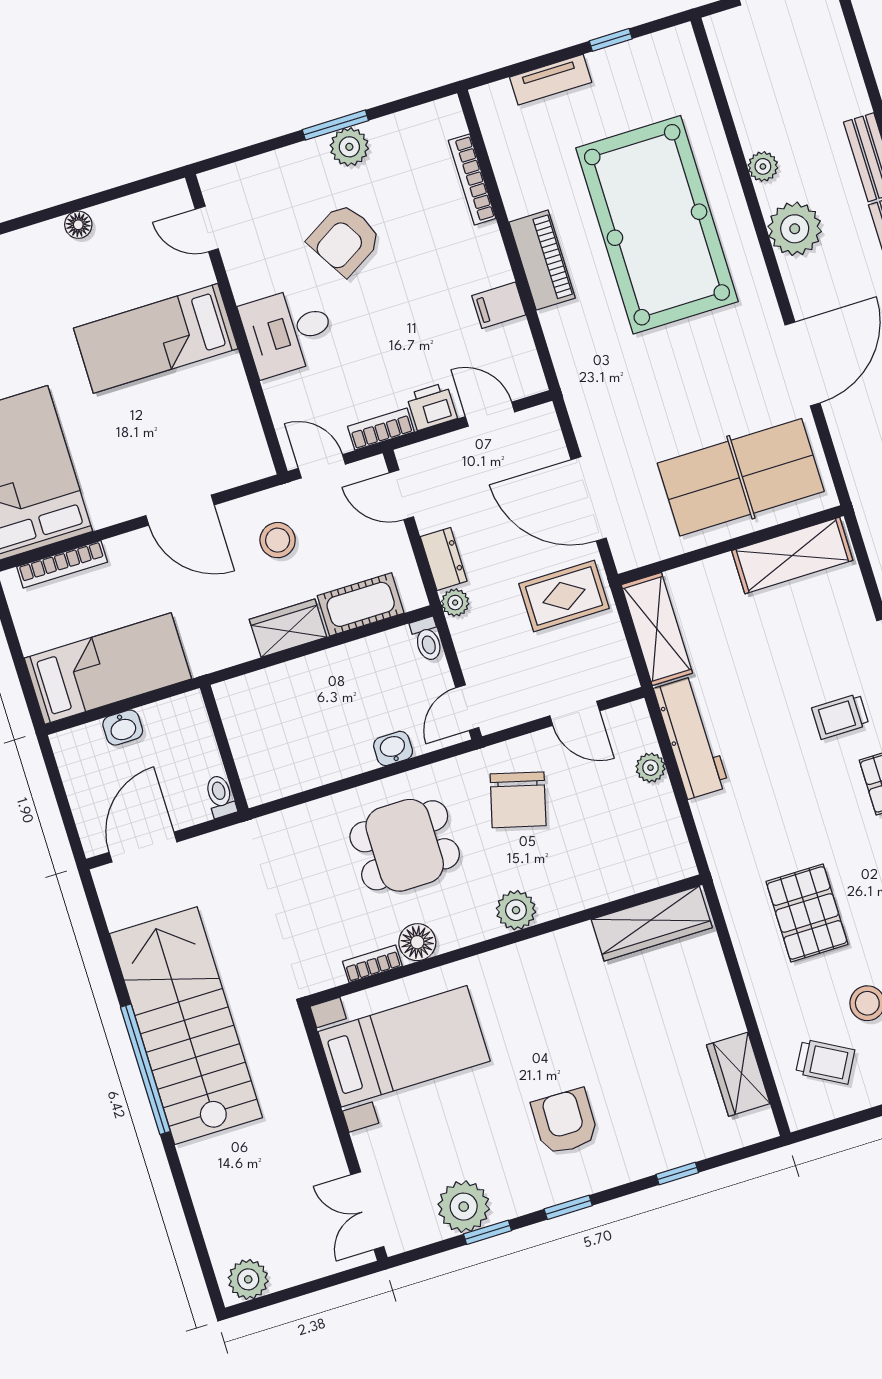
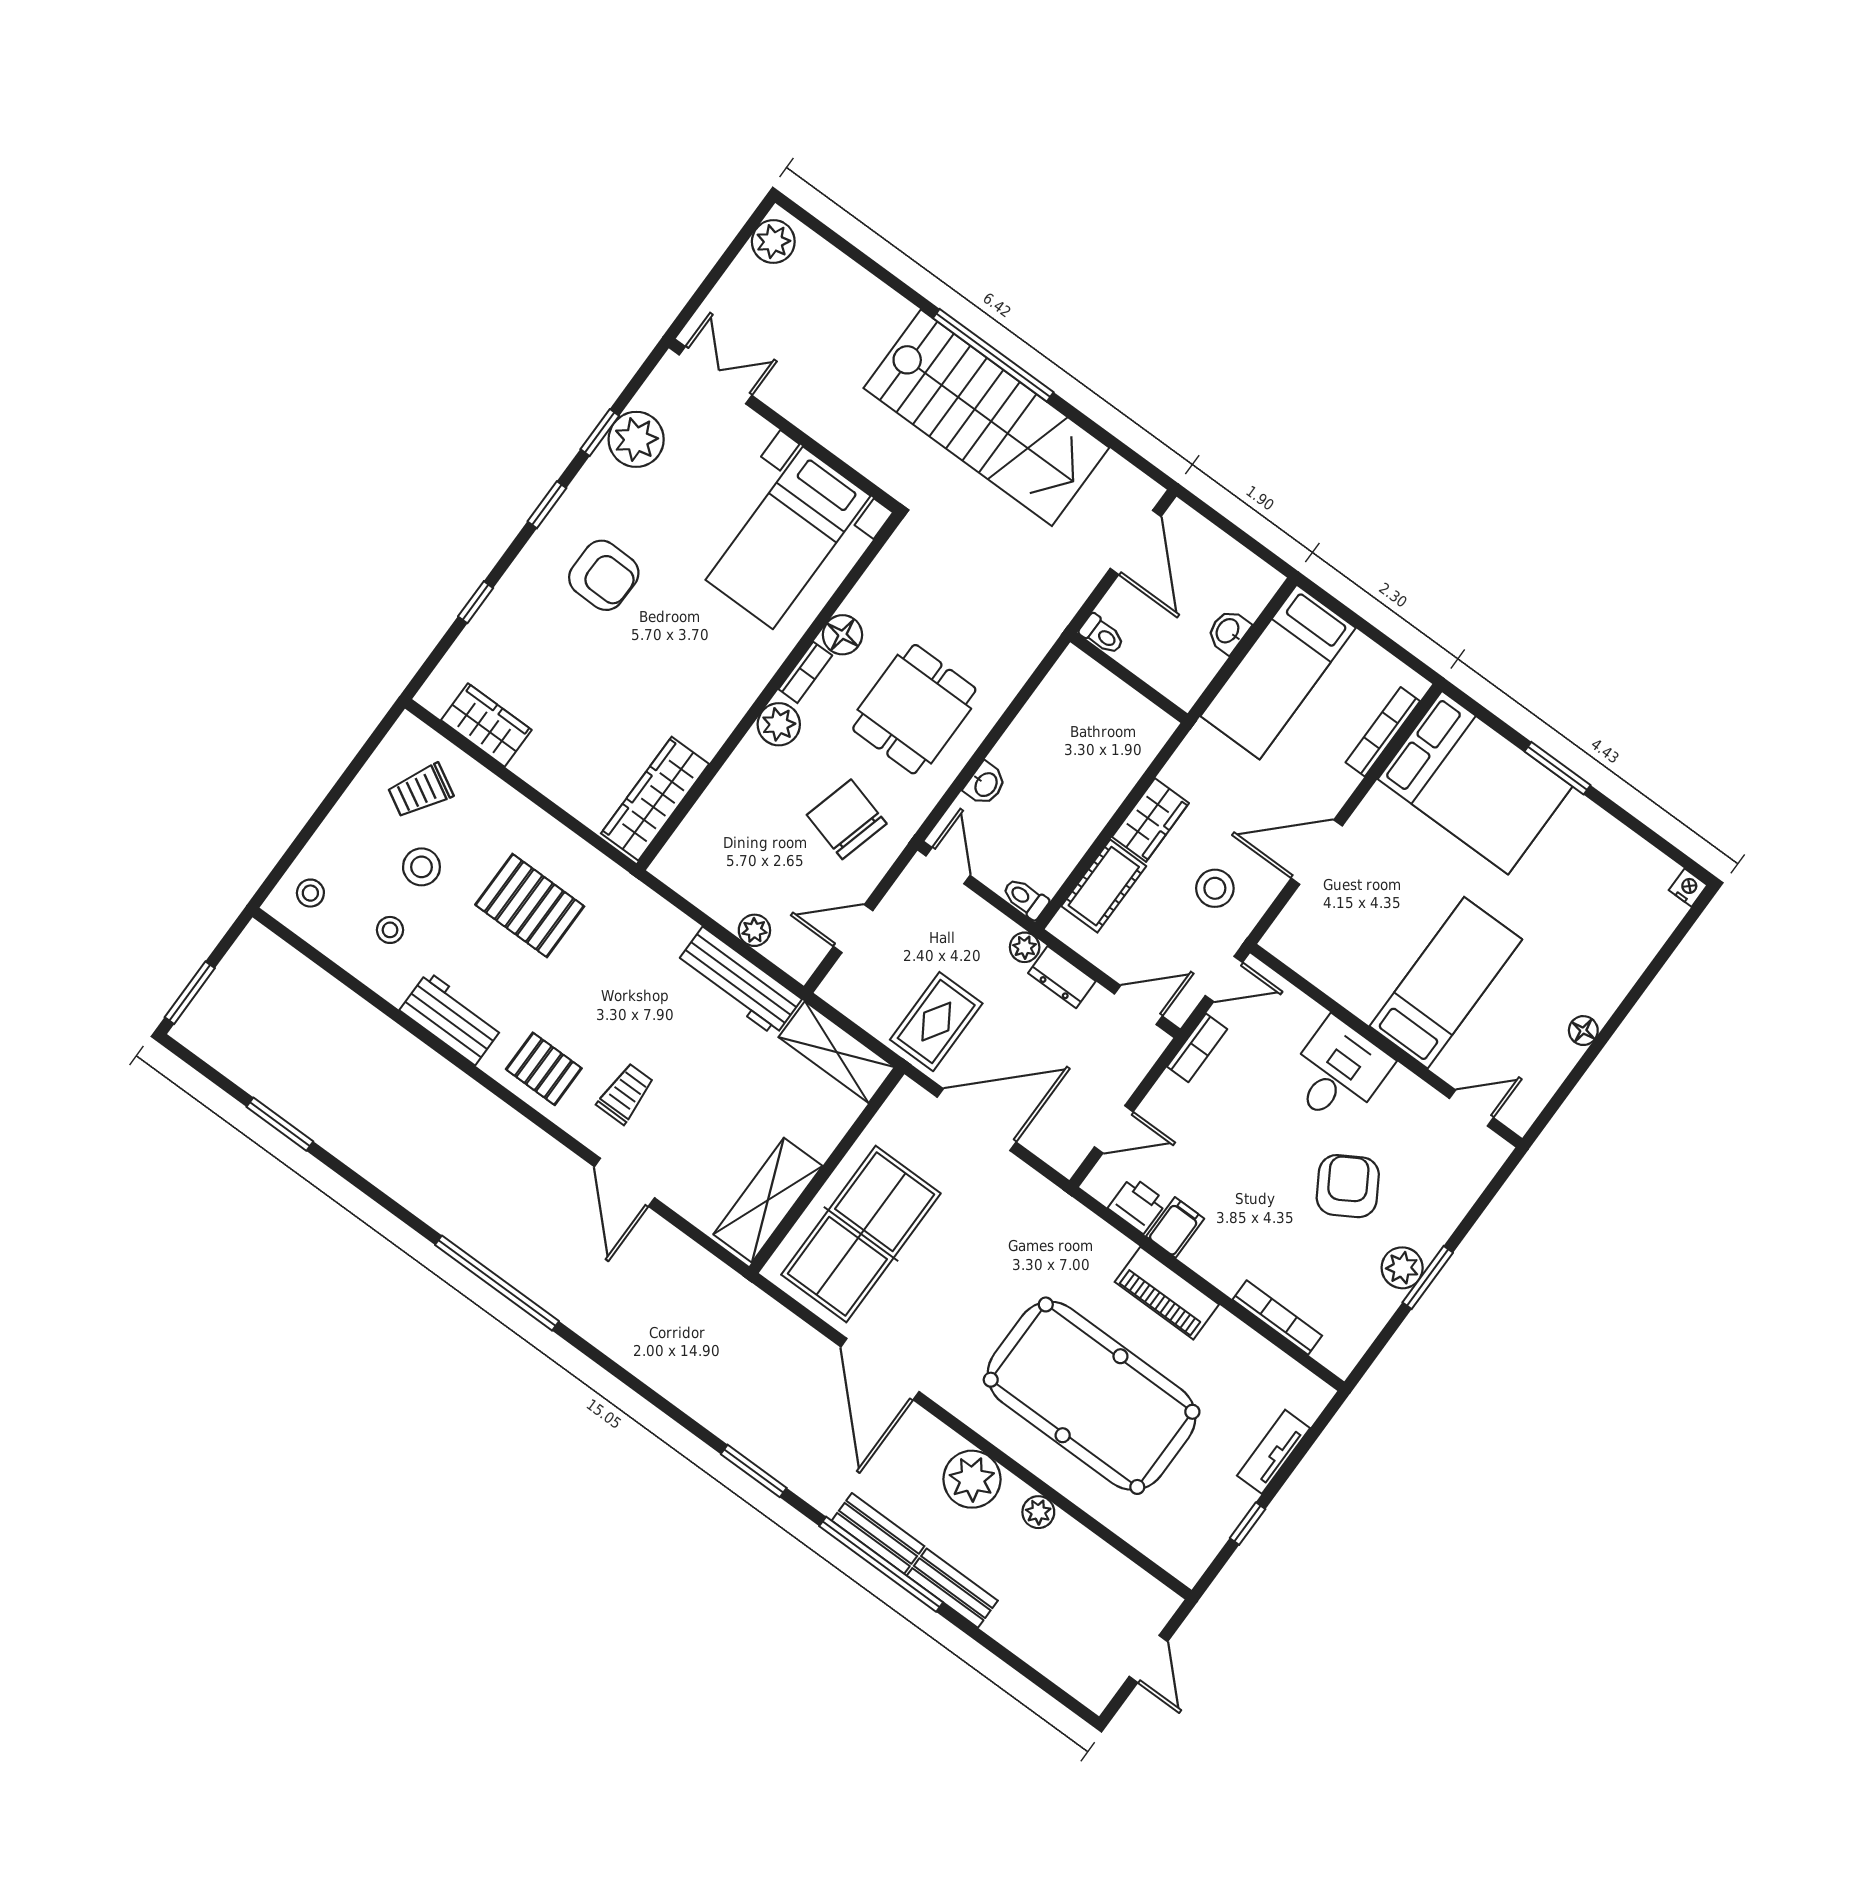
printer: (432, 406) -> (1137, 1205), moved, turned -90
bookcase: (372, 964) -> (805, 672), moved

